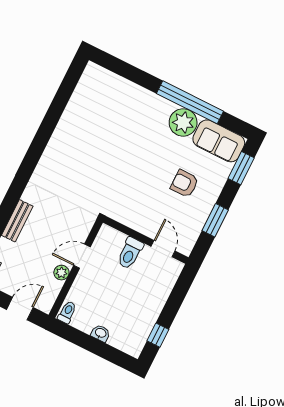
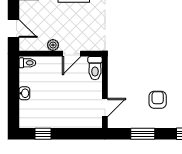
toilet: (130, 253) -> (95, 68), moved, turned -90
door: (82, 256) -> (72, 54), swing flipped

